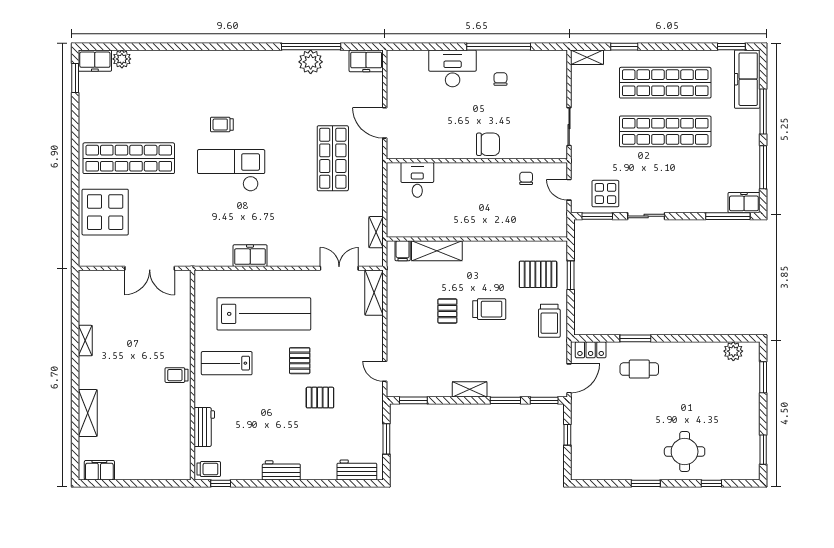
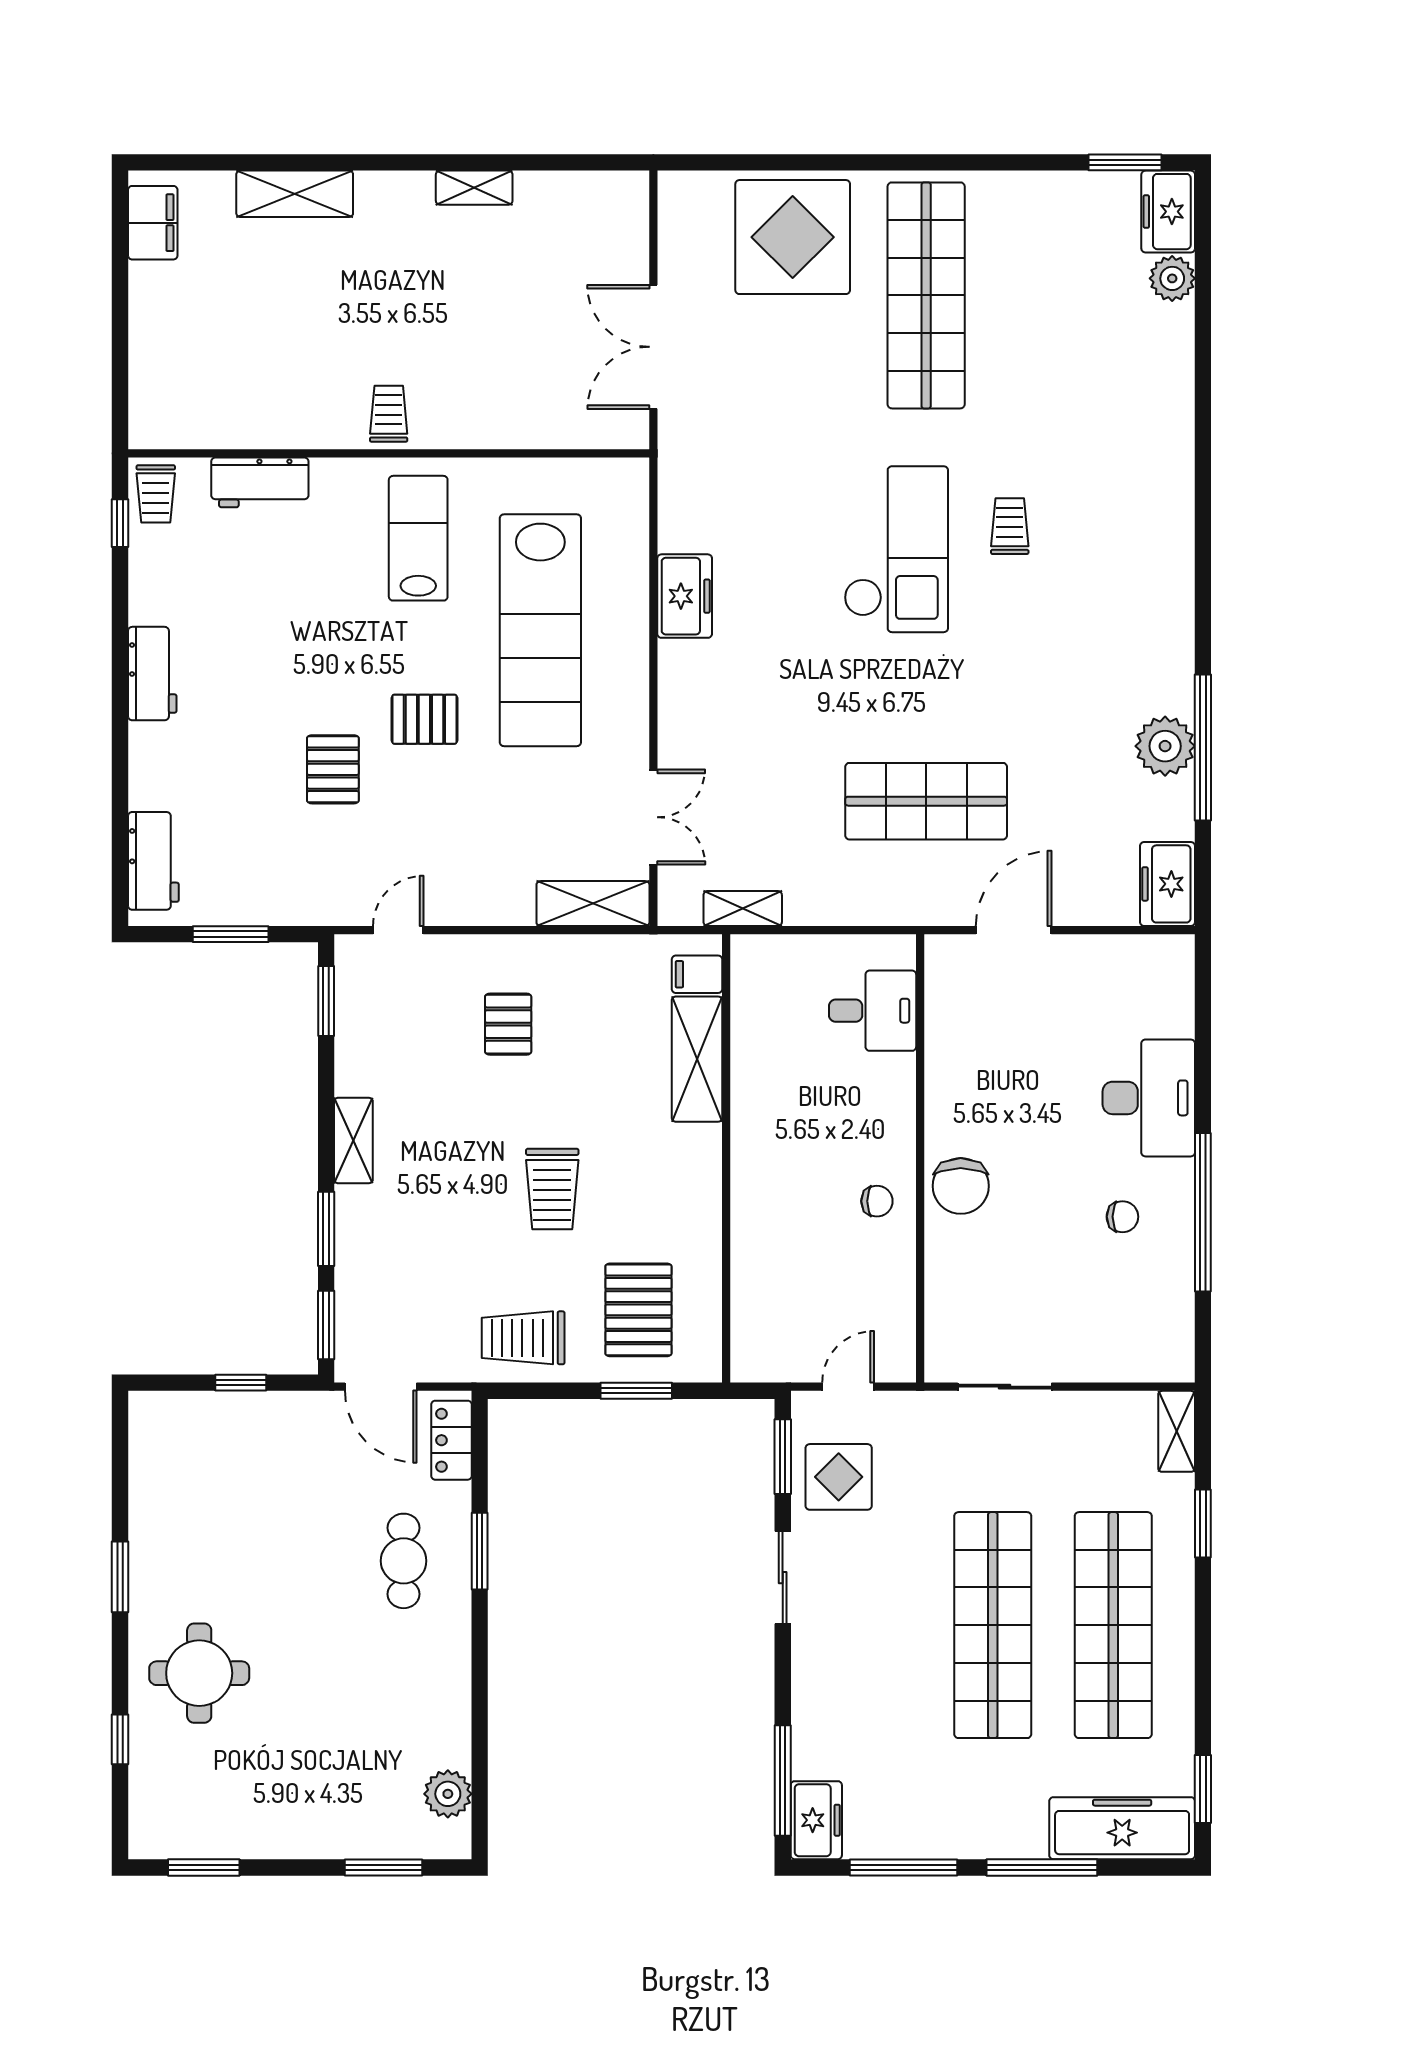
chair: (526, 178) -> (877, 1201), moved
pallet: (447, 311) -> (508, 1024), moved, turned 90

